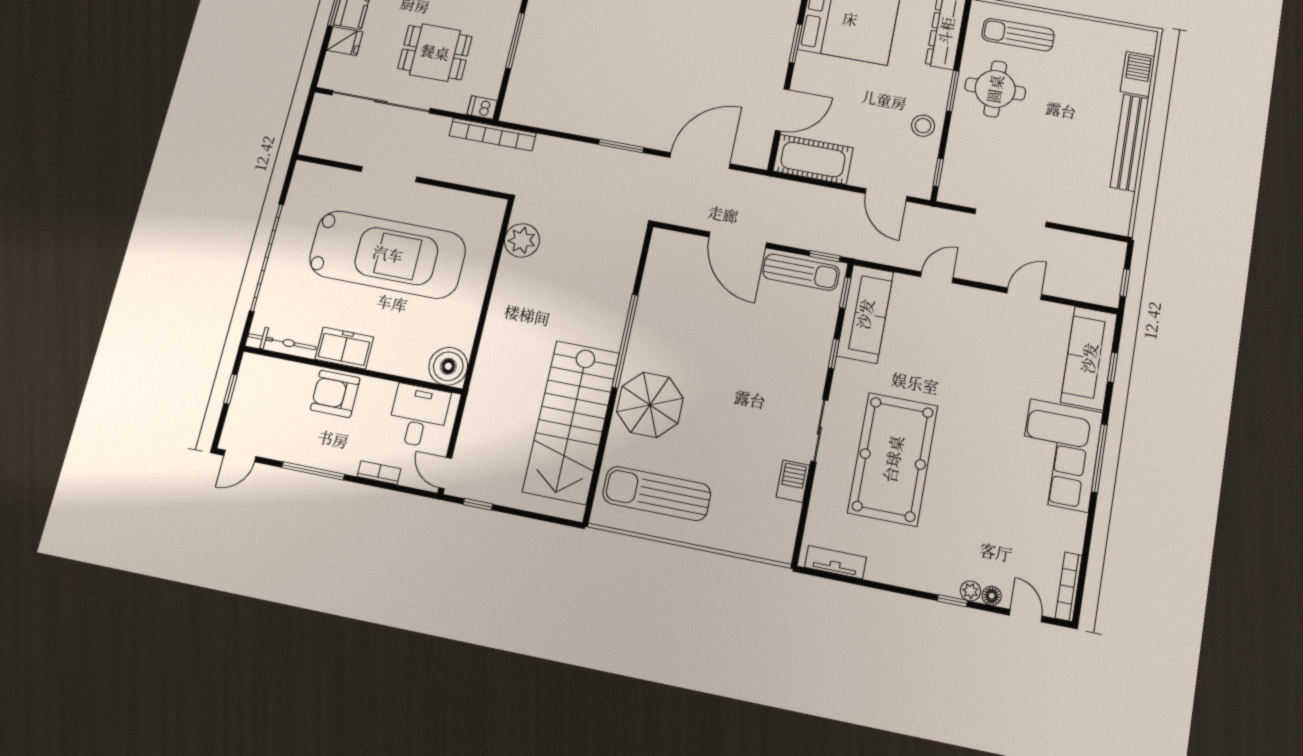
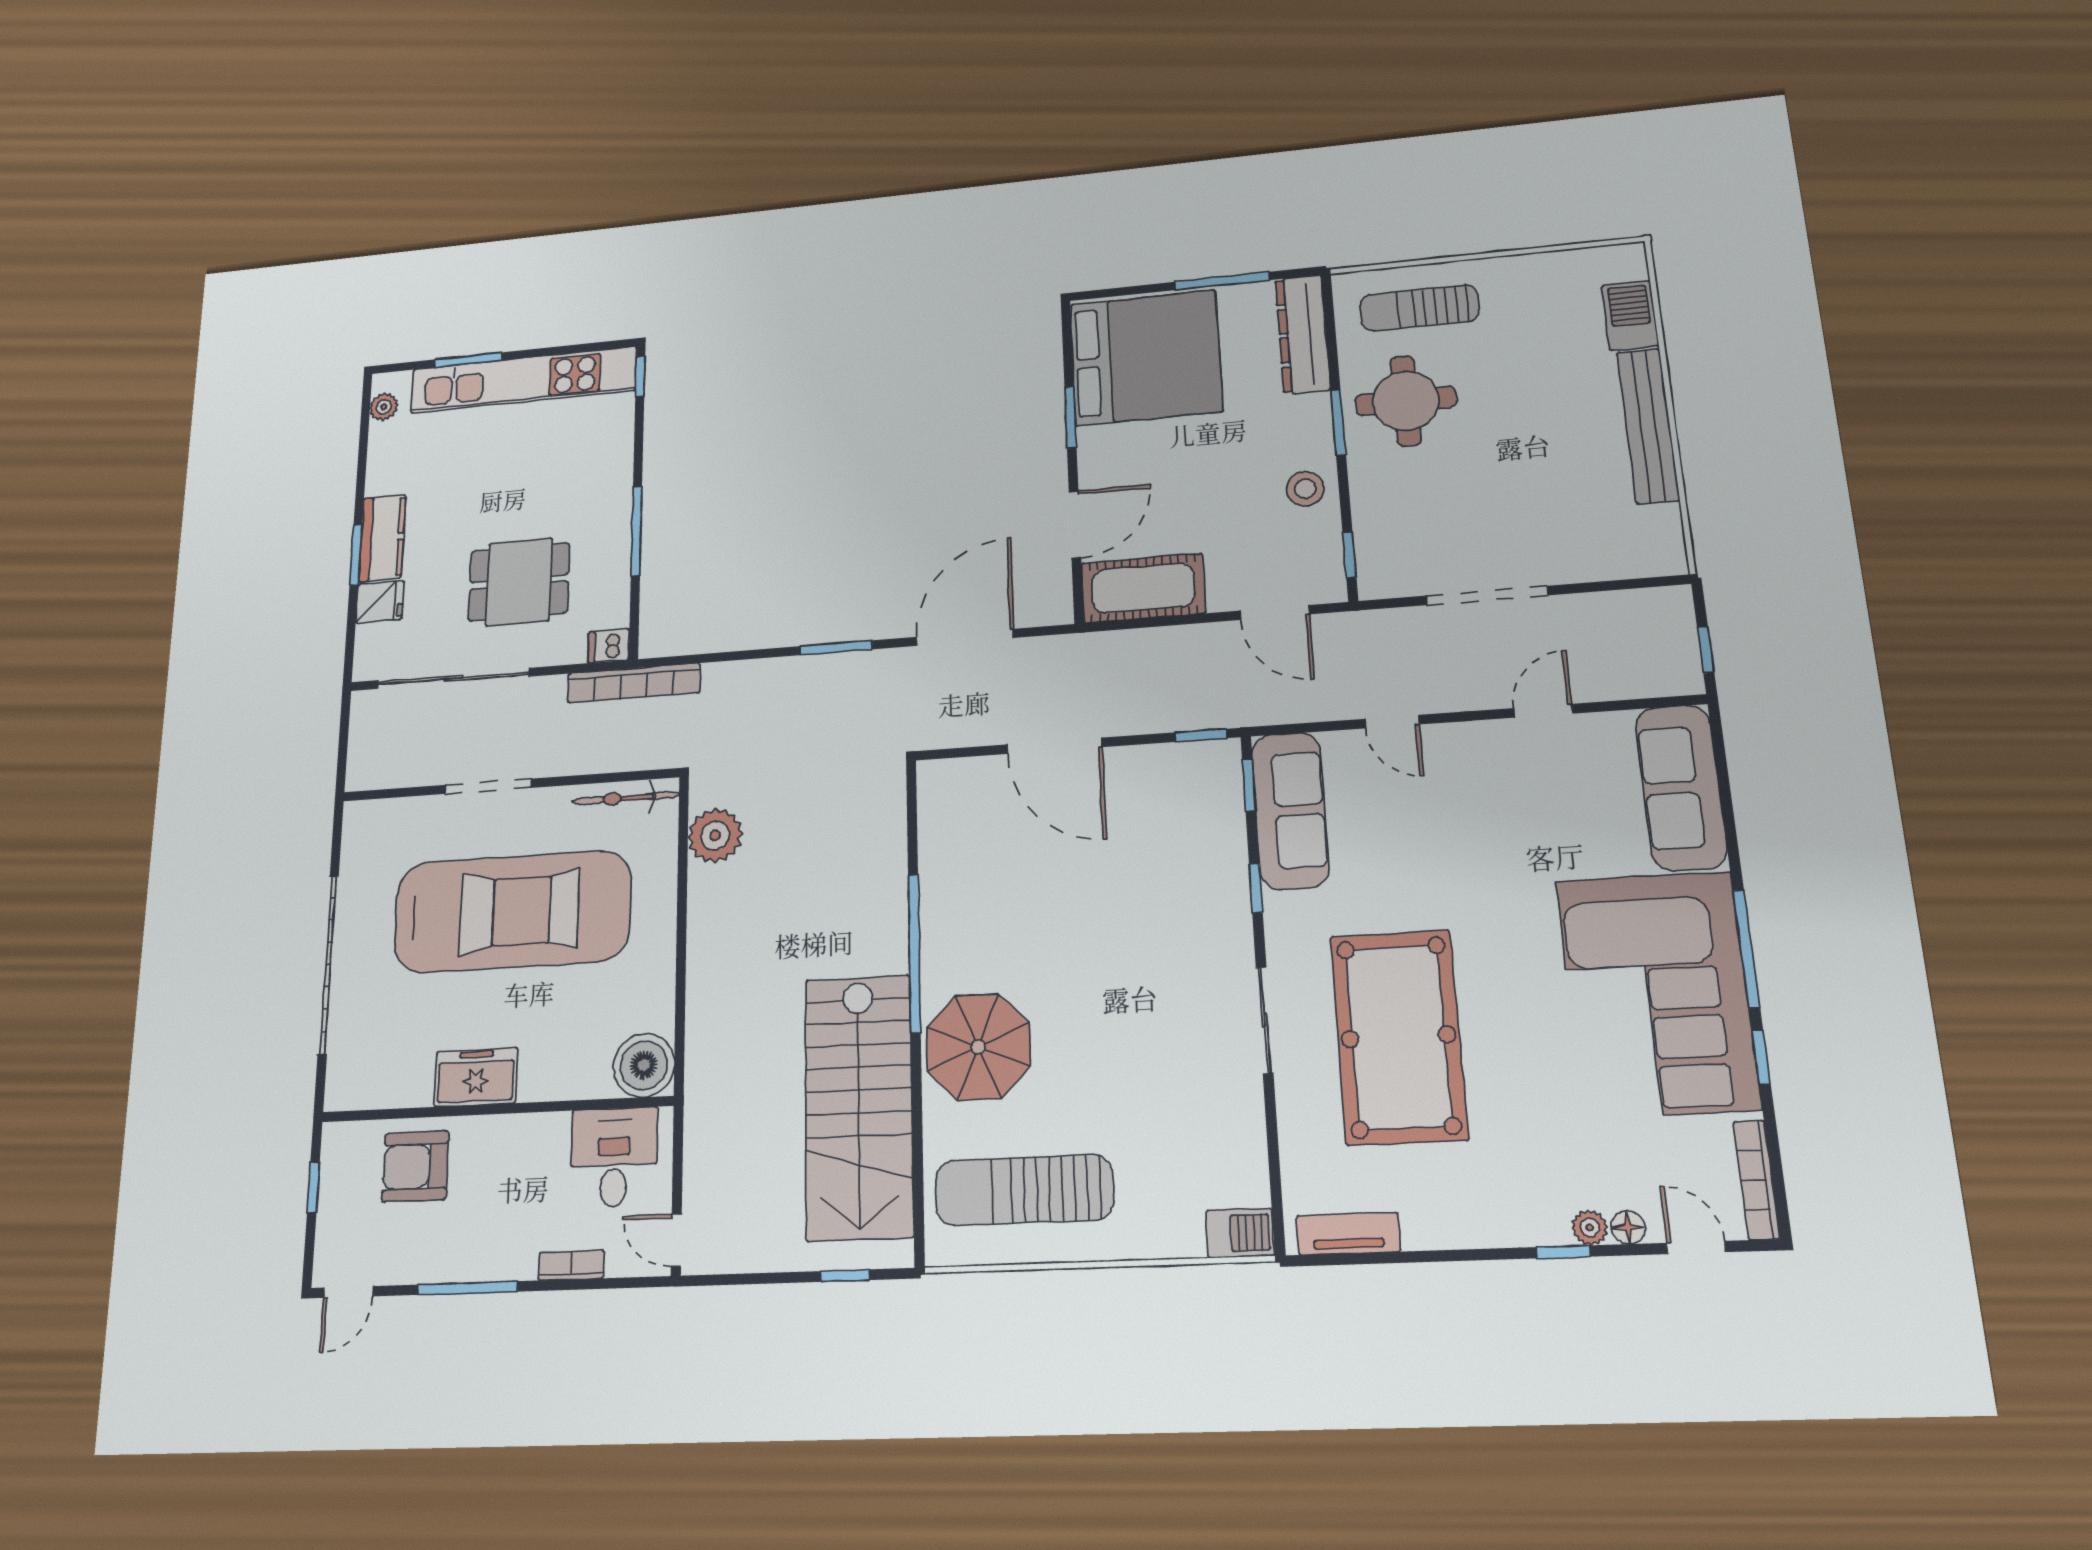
sun lounger: (801, 272) -> (1169, 771), removed
door: (937, 277) -> (1392, 722), swing flipped
bicycle: (282, 342) -> (625, 798), moved, turned 180
window: (1113, 367) -> (1761, 1058), moved
armchair: (335, 394) -> (415, 1167), moved
corner sofa: (1059, 455) -> (1657, 994), width x1.36, depth x1.36
barbecue: (793, 481) -> (1240, 1233), moved, turned 90
window: (478, 504) -> (845, 1276), moved

